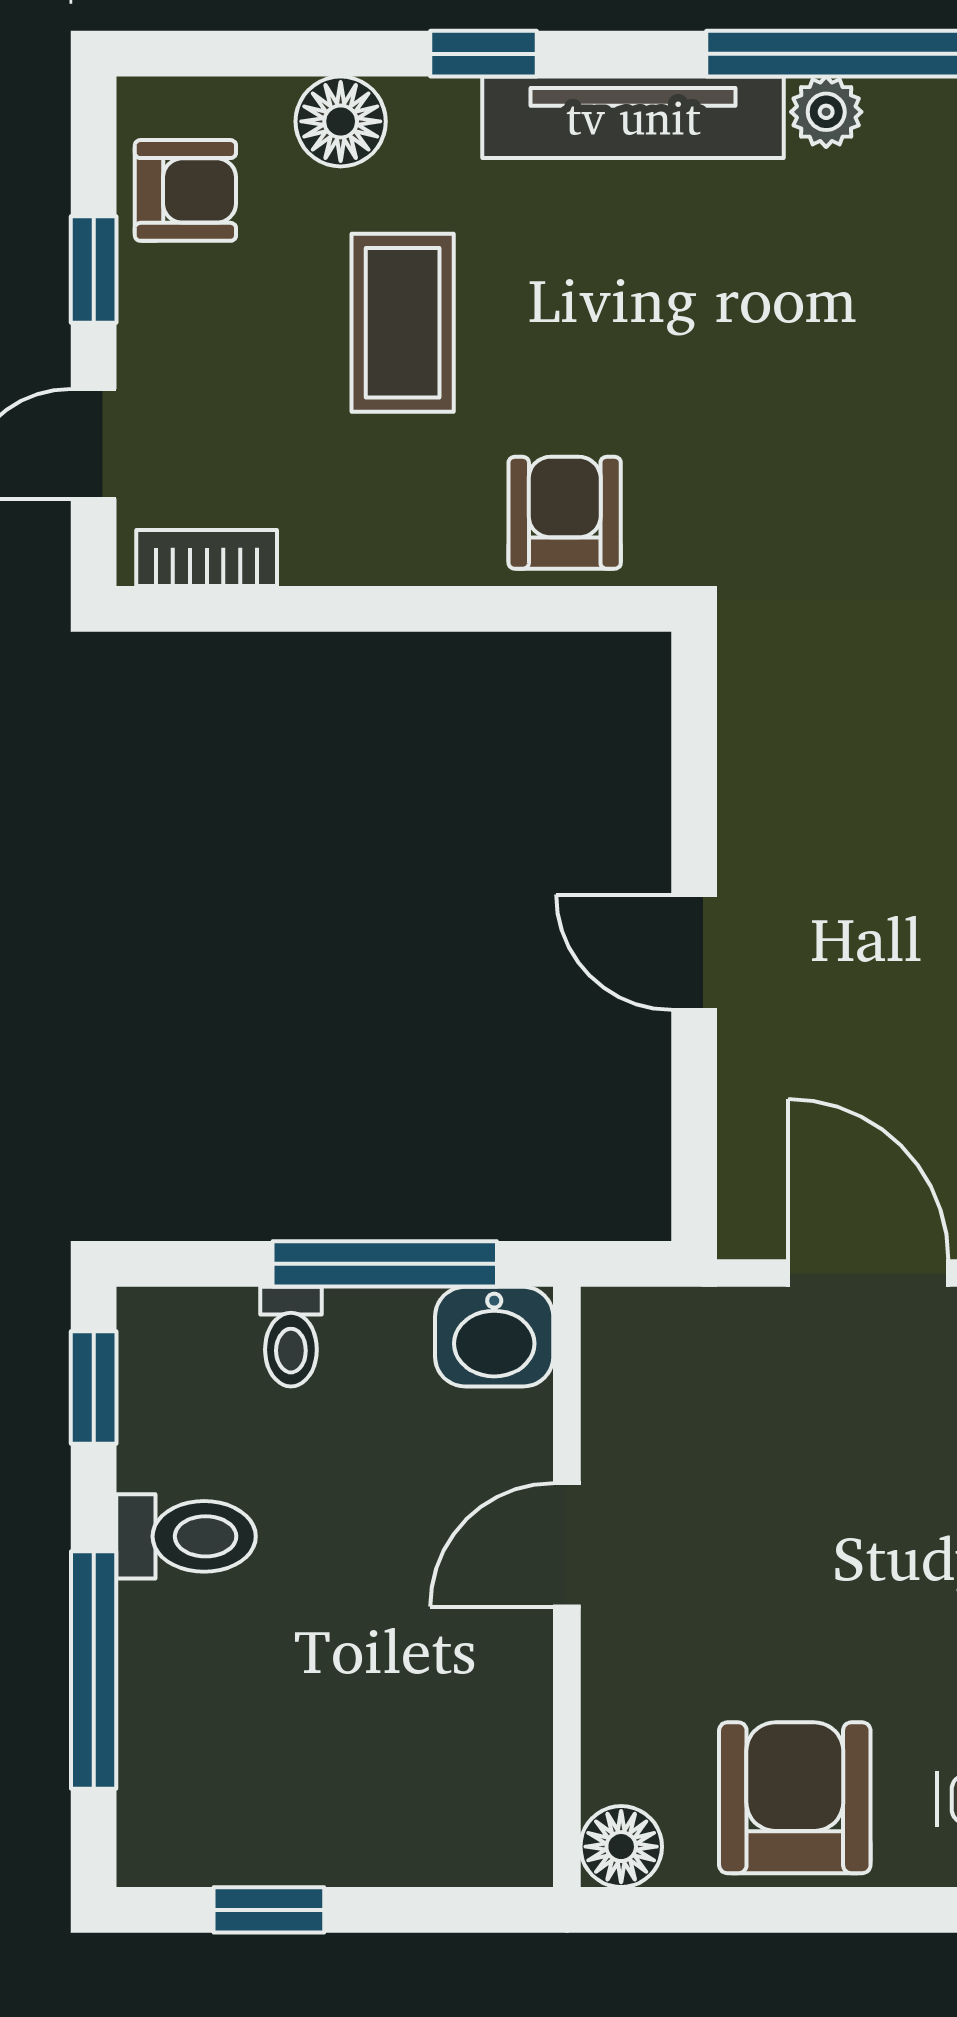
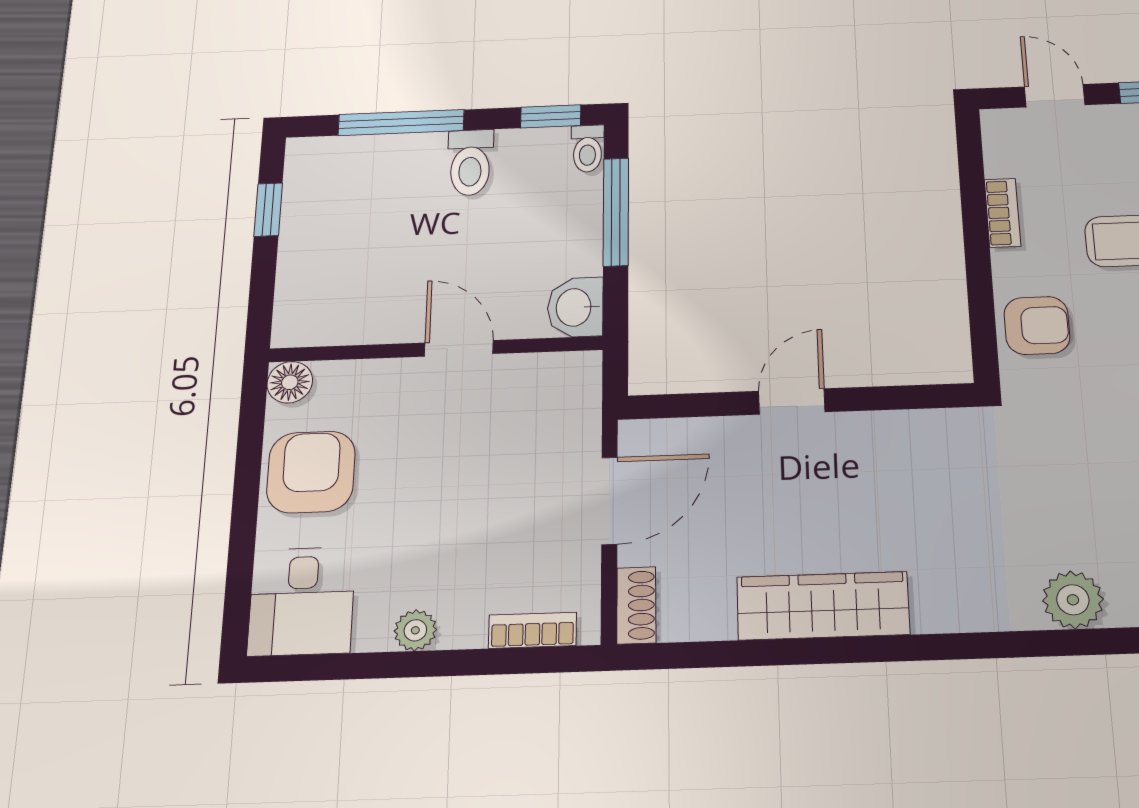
bookcase: (207, 558) -> (1002, 213), moved
window: (385, 1264) -> (616, 212), moved
toilet: (291, 1337) -> (588, 149), moved, turned -90
armchair: (795, 1798) -> (311, 472), turned -90

